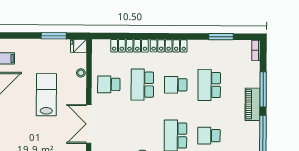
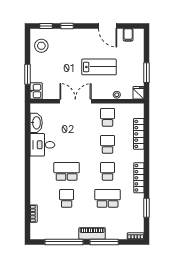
locker: (169, 46) -> (139, 178), moved
school desk: (142, 85) -> (108, 144), width x0.54

